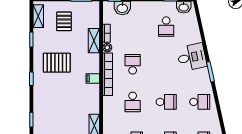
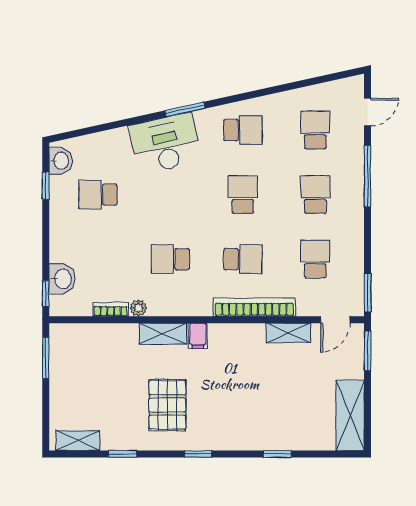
pallet: (64, 21) -> (88, 391), removed
school desk: (166, 27) -> (98, 195), turned 180
shelving: (94, 41) -> (163, 334), moved
desk: (192, 57) -> (165, 143), width x1.37
bookcase: (108, 74) -> (254, 307), moved
school desk: (200, 102) -> (243, 130), turned 90

